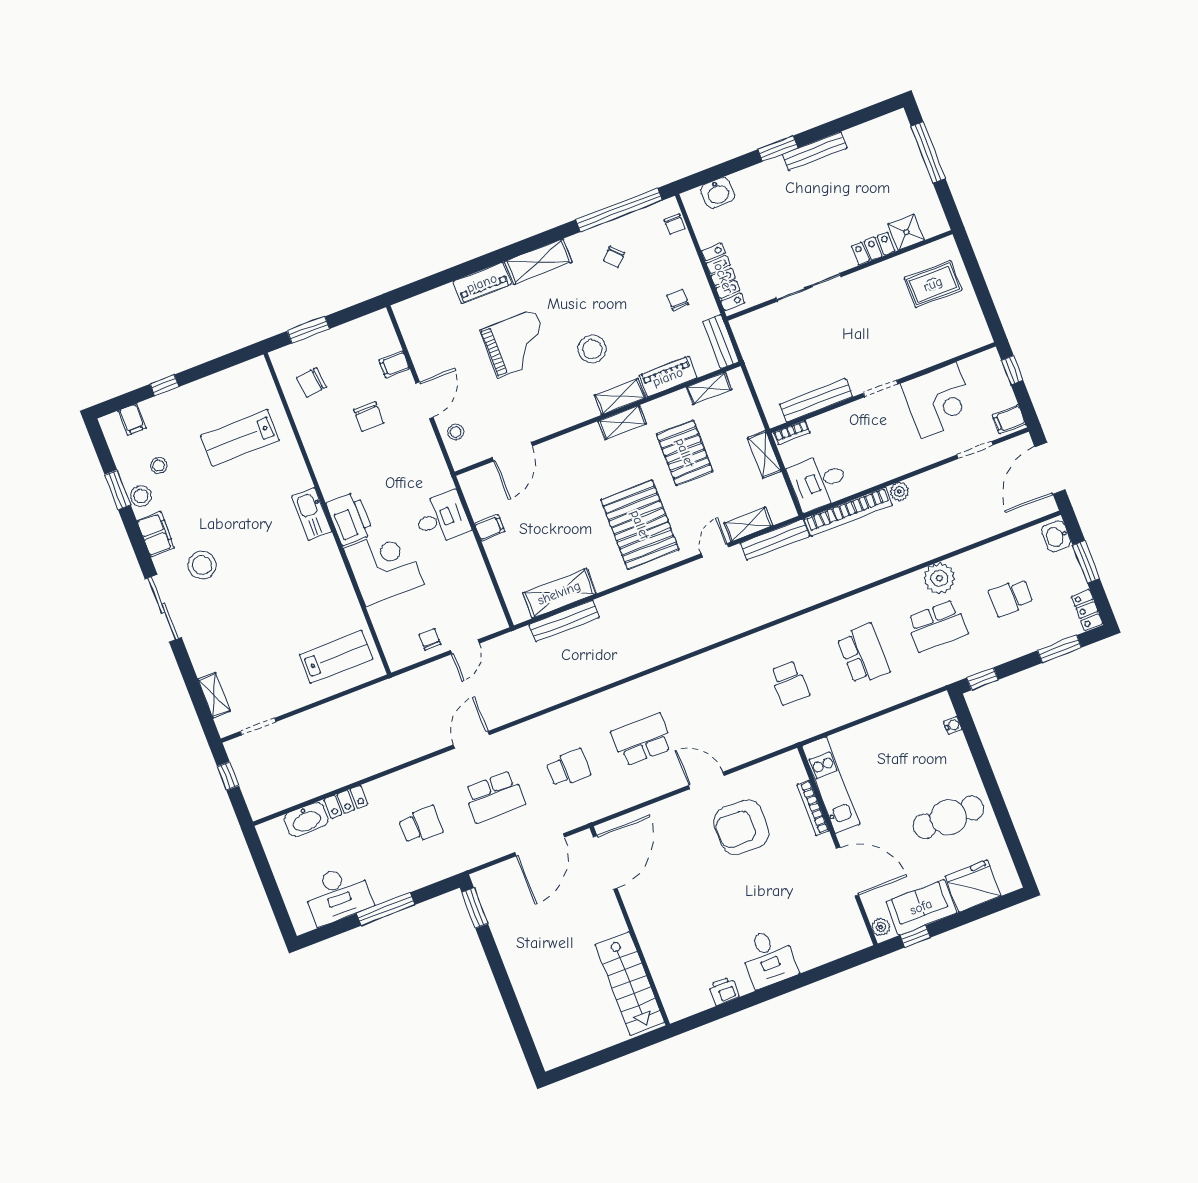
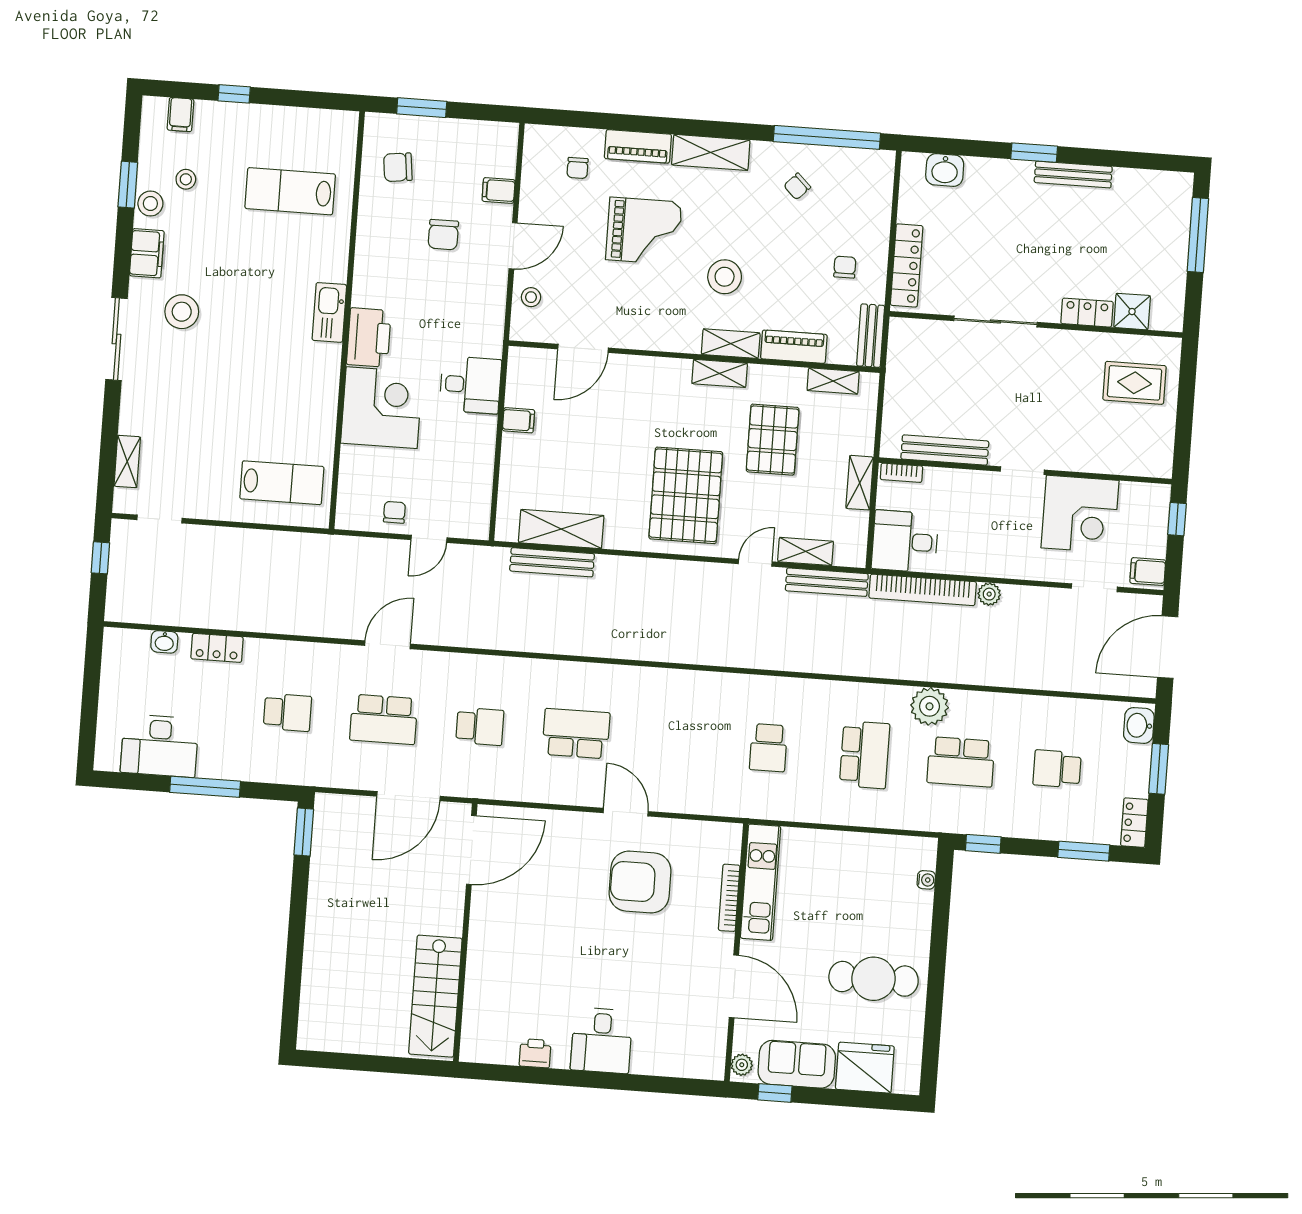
chair: (675, 224) -> (578, 168), moved
plant: (939, 578) -> (930, 706), moved
washbasin: (306, 820) -> (164, 642), width x0.52, depth x0.69

